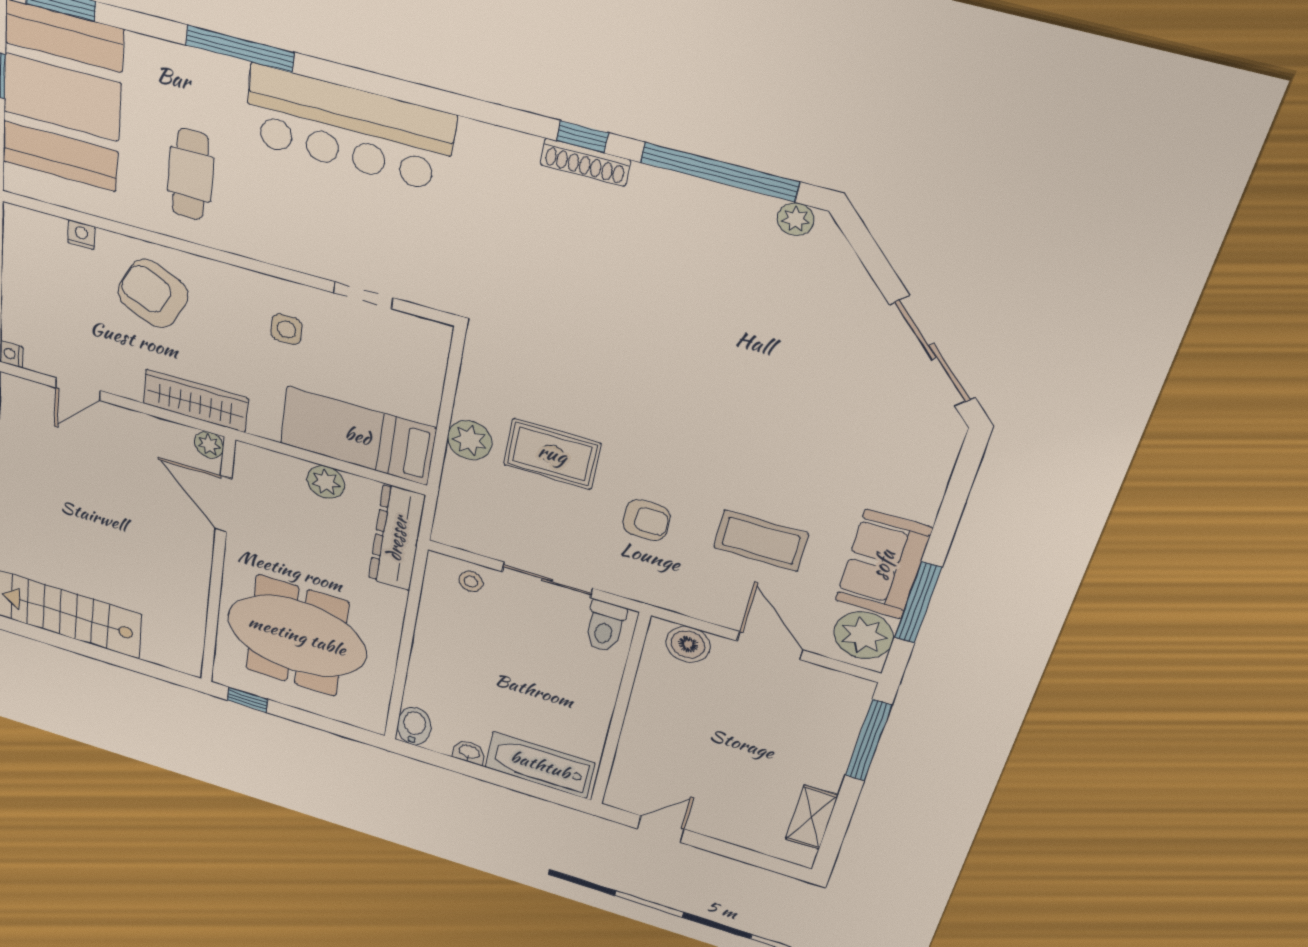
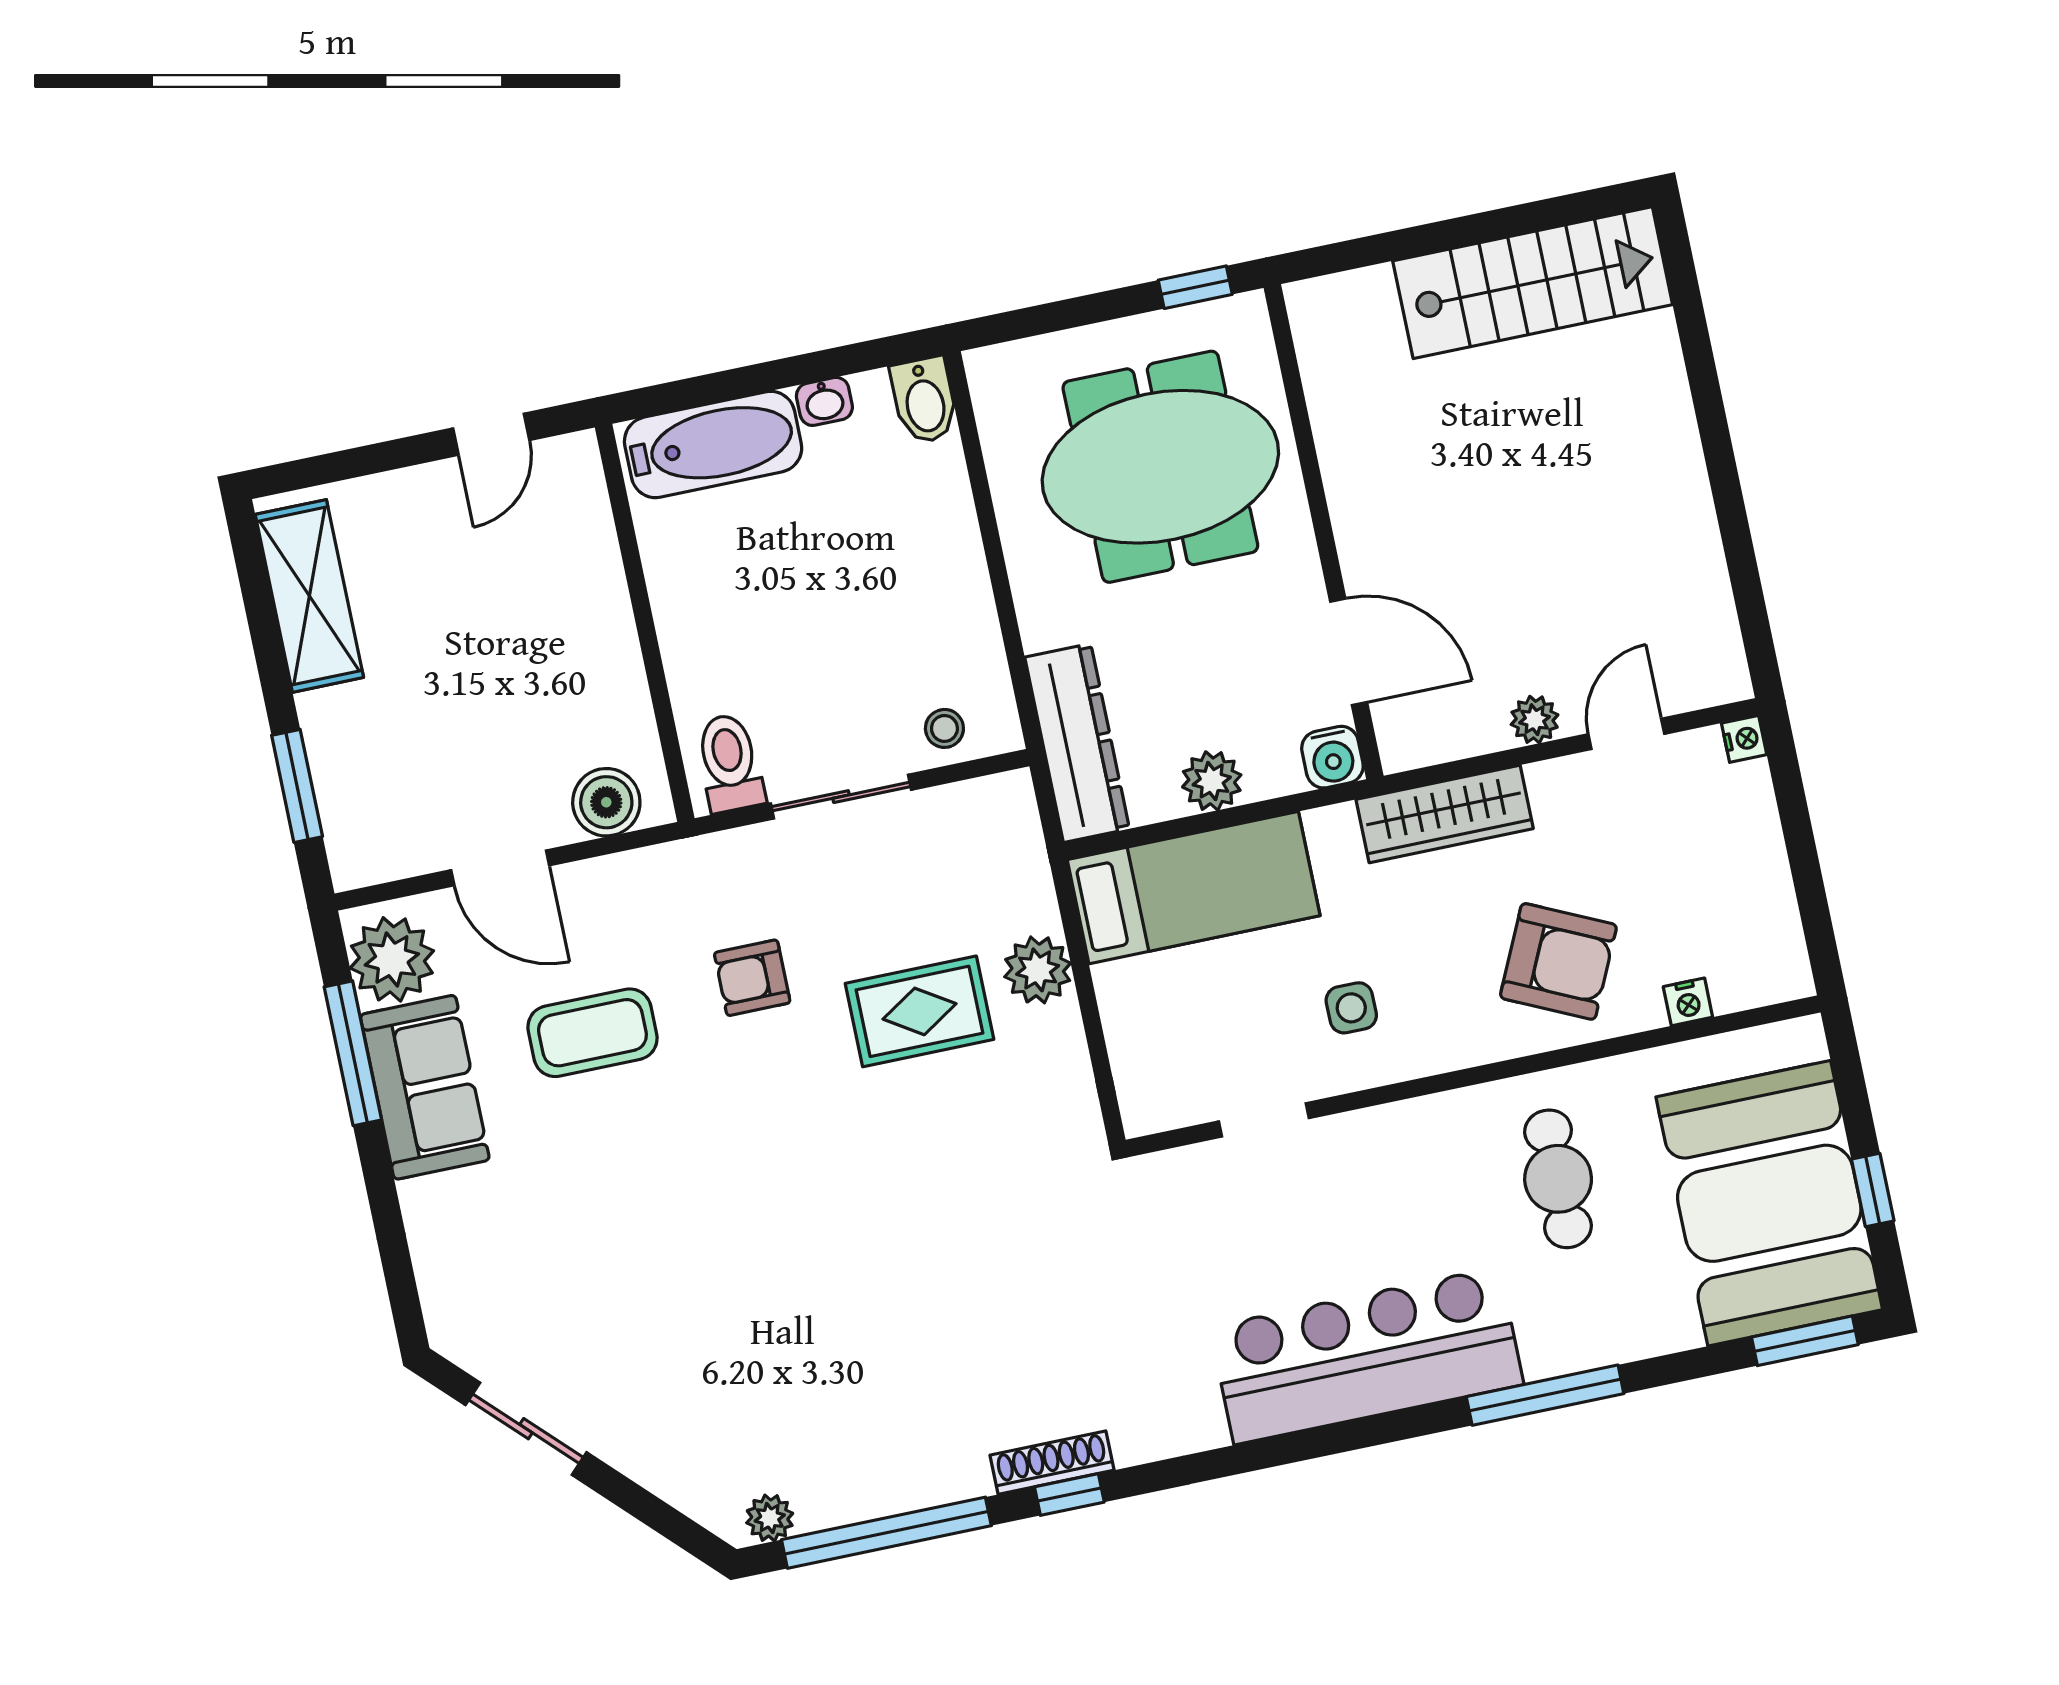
sliding door: (932, 351) -> (526, 1429), width x0.73
plant: (209, 445) -> (1535, 720), moved
water cooler: (251, 460) -> (1332, 757), added
window: (868, 740) -> (297, 786), width x0.69
shelving: (812, 817) -> (309, 596), width x1.50, depth x1.33

